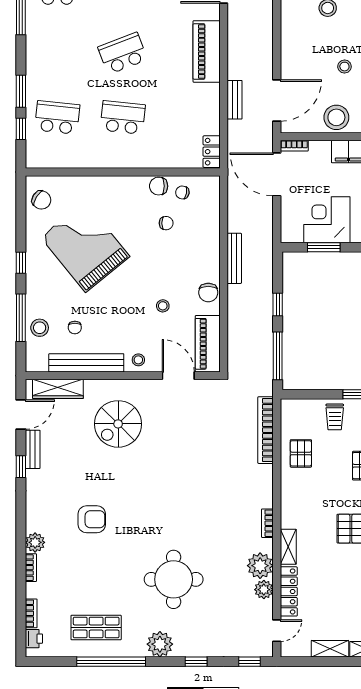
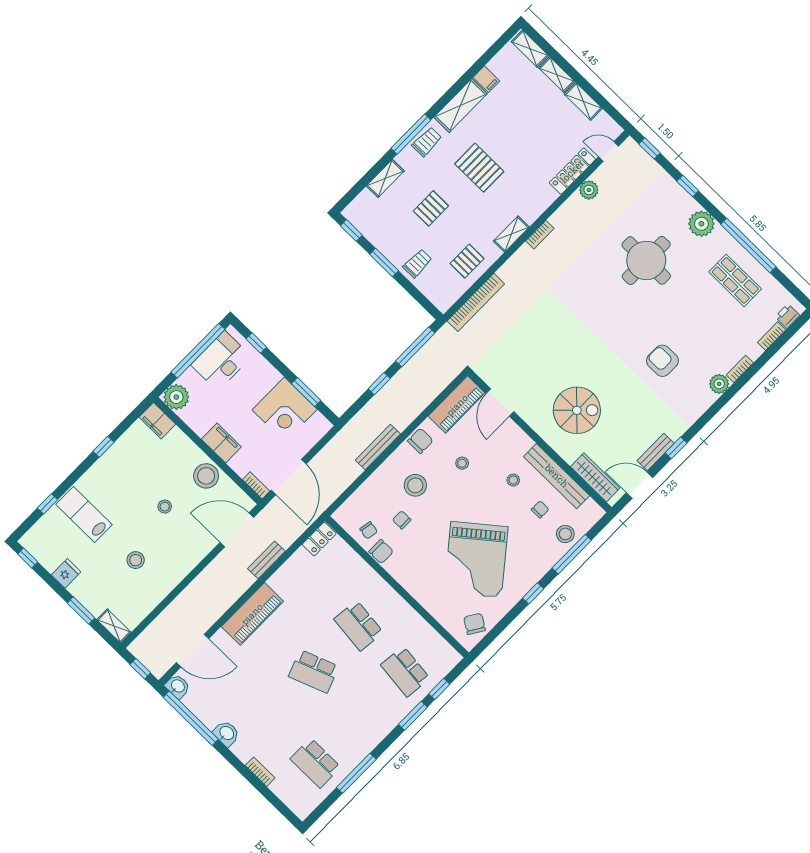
stool: (181, 257) -> (415, 485), added
stool: (138, 360) -> (513, 480), moved
shelving: (288, 547) -> (511, 234), moved
plant: (260, 566) -> (575, 210), removed

